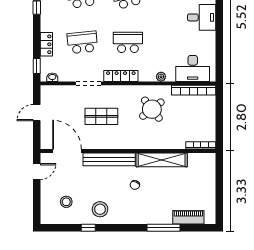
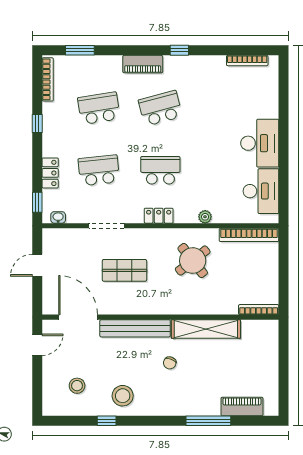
desk: (202, 17) -> (260, 143), width x1.37
desk: (193, 68) -> (261, 191), moved, turned -90
locker: (121, 76) -> (159, 216), width x0.66

